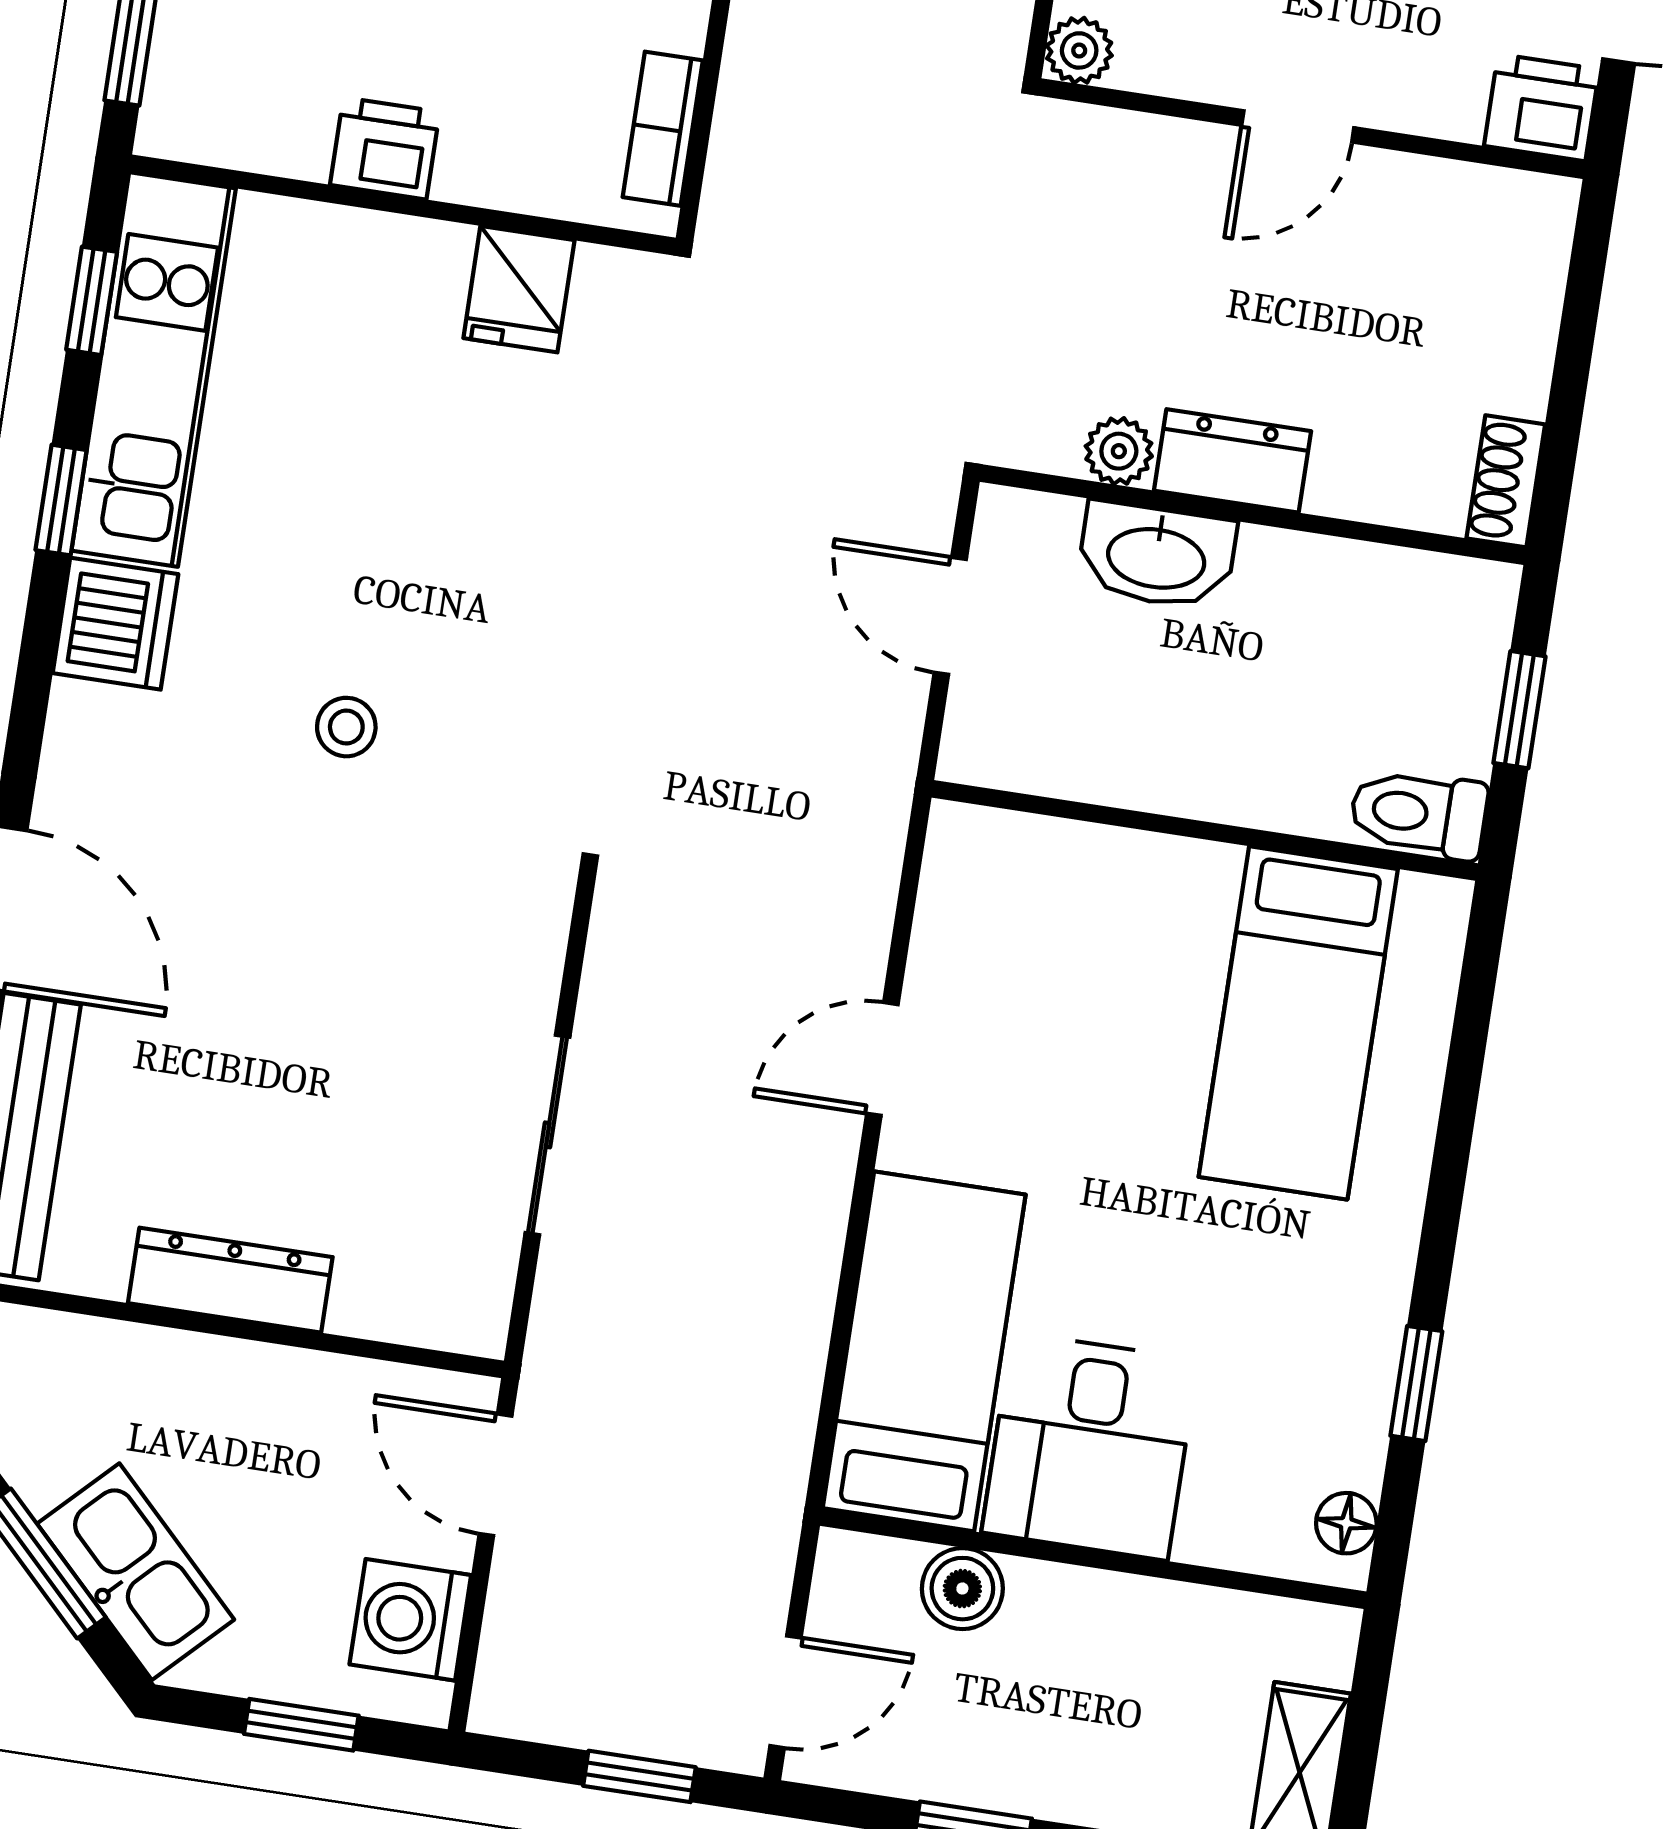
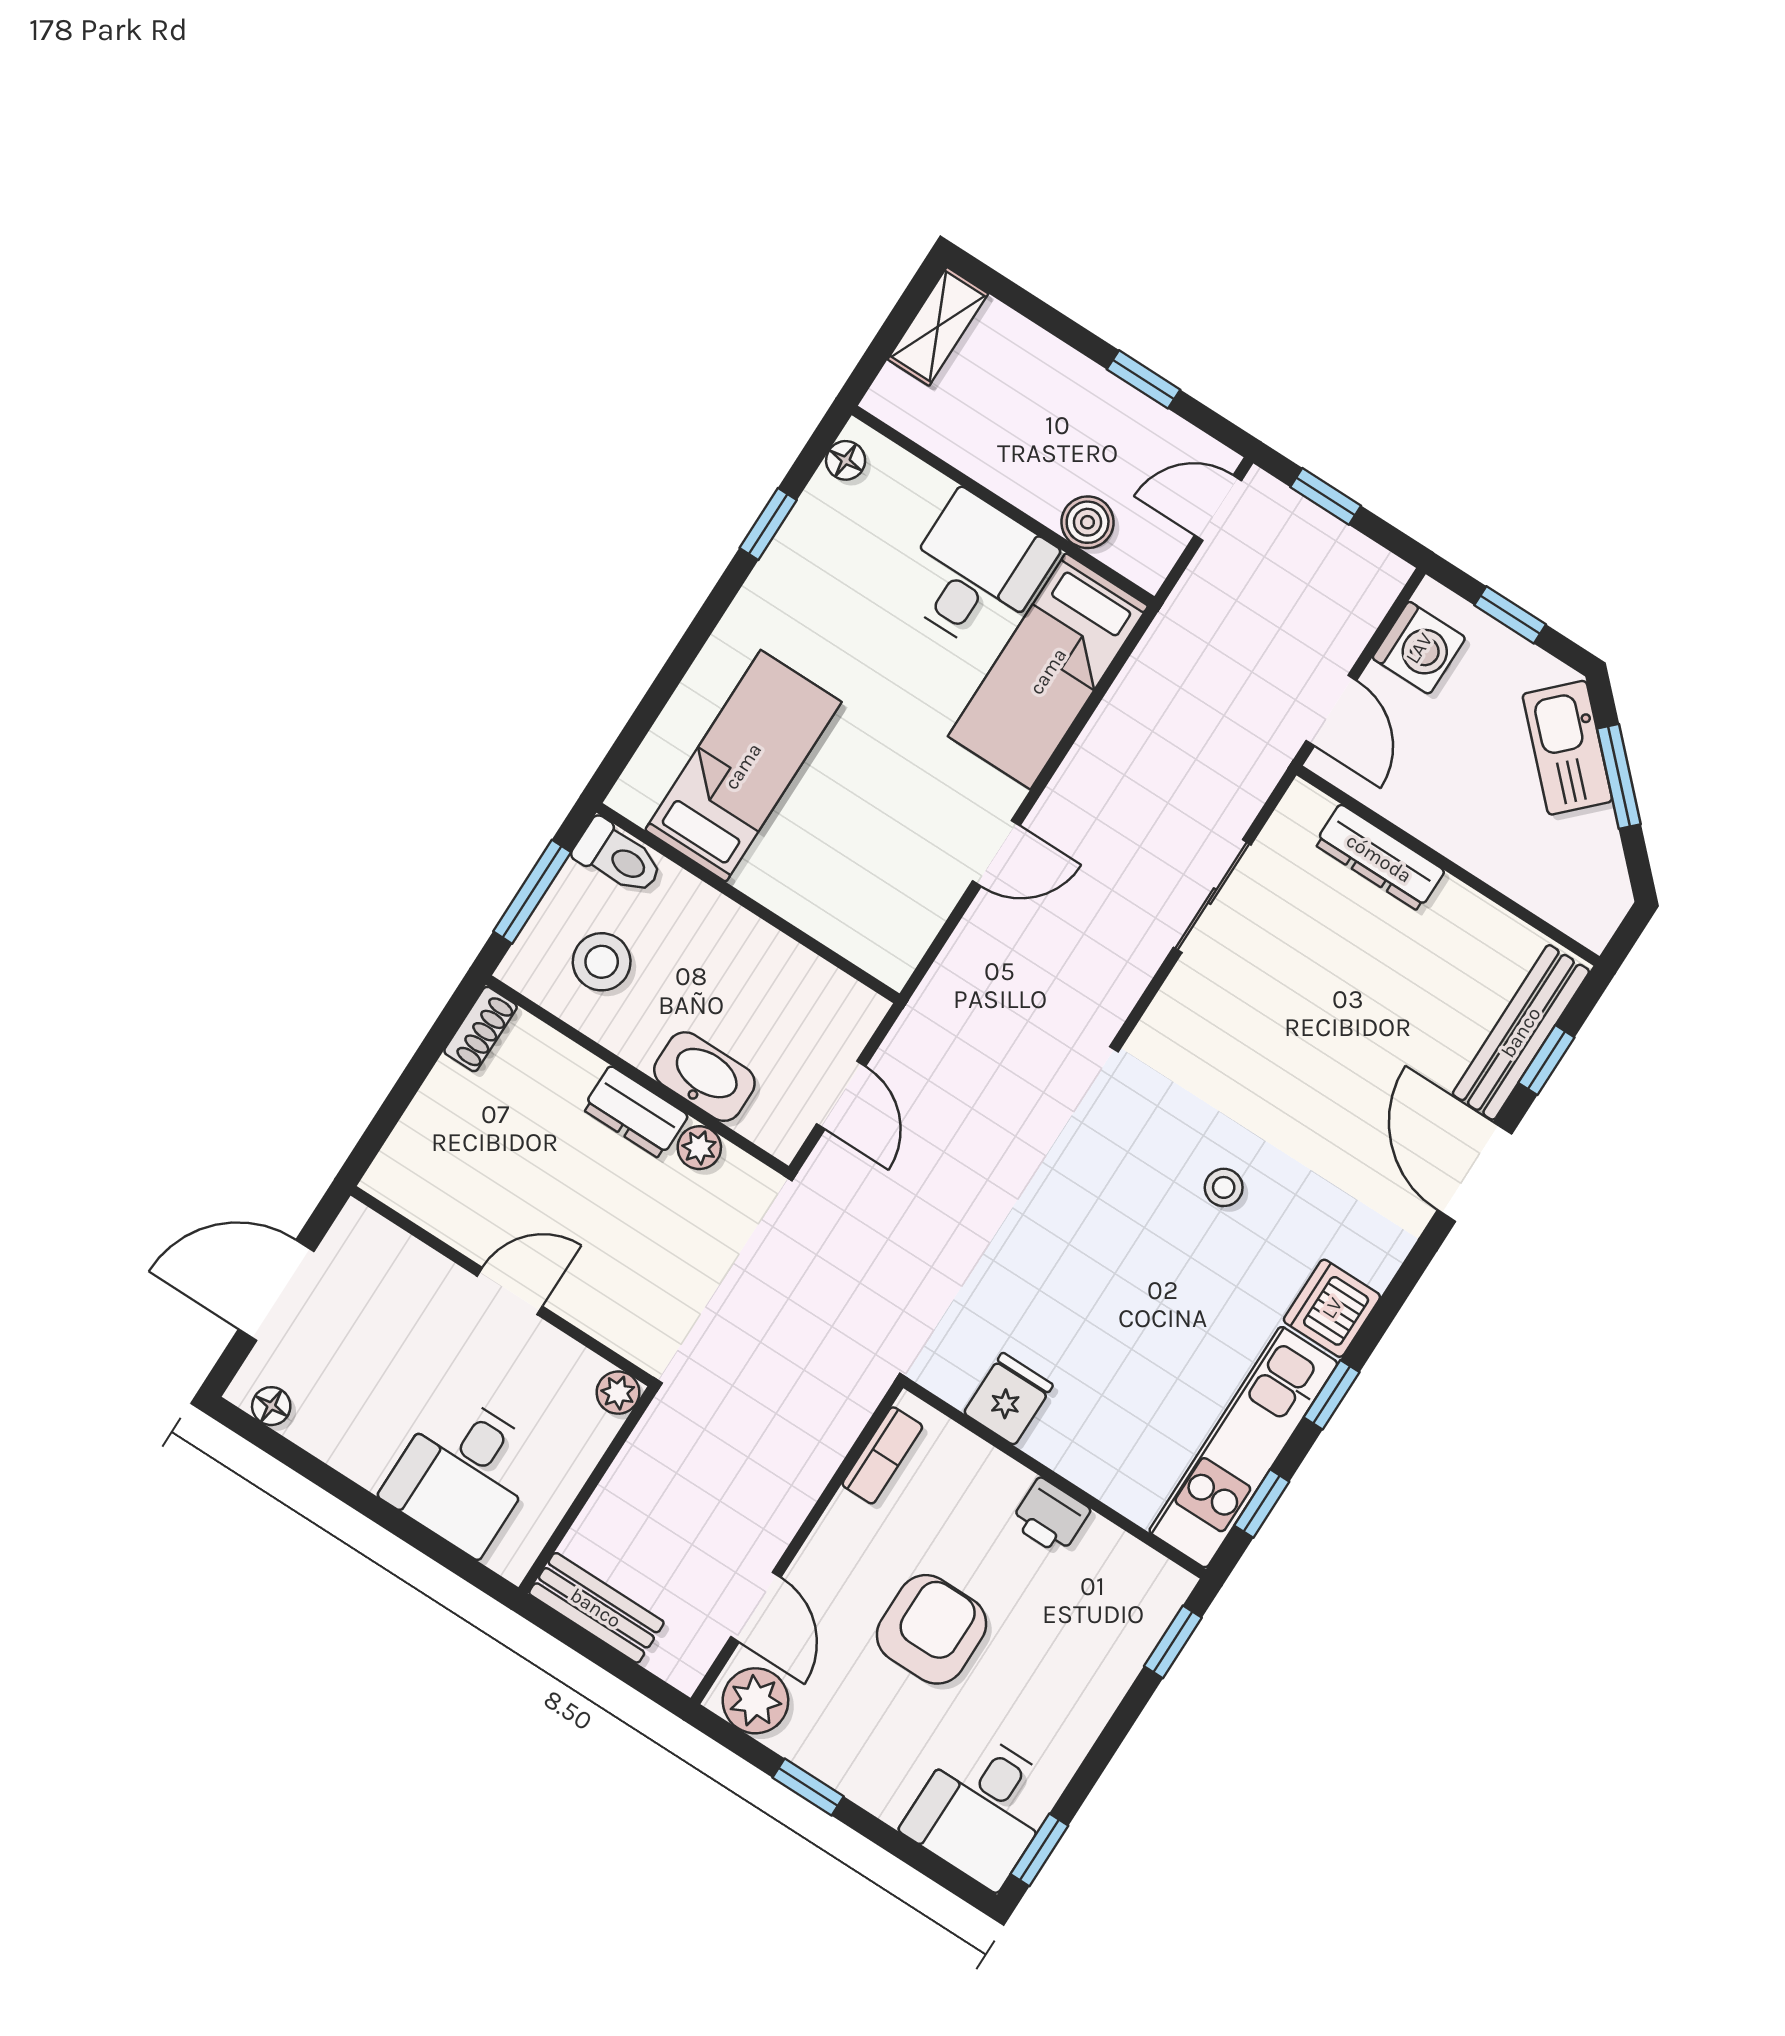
printer: (1542, 108) -> (362, 1239), removed
stool: (1376, 654) -> (602, 962), added
window: (1519, 710) -> (532, 892), width x1.50
dresser: (230, 1280) -> (1379, 858), moved

